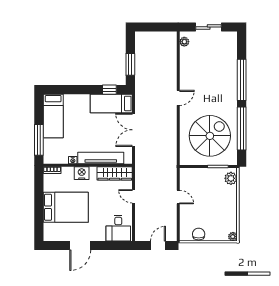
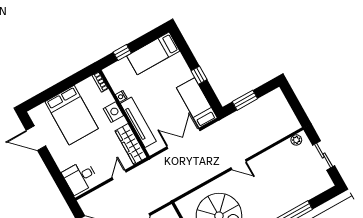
window: (109, 90) -> (199, 75), moved
window: (39, 140) -> (122, 53), width x0.46
door: (80, 246) -> (36, 138), moved

